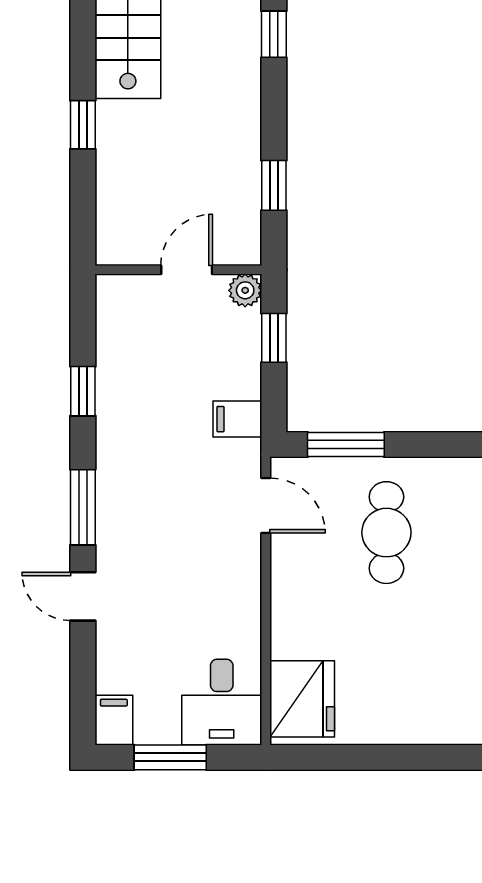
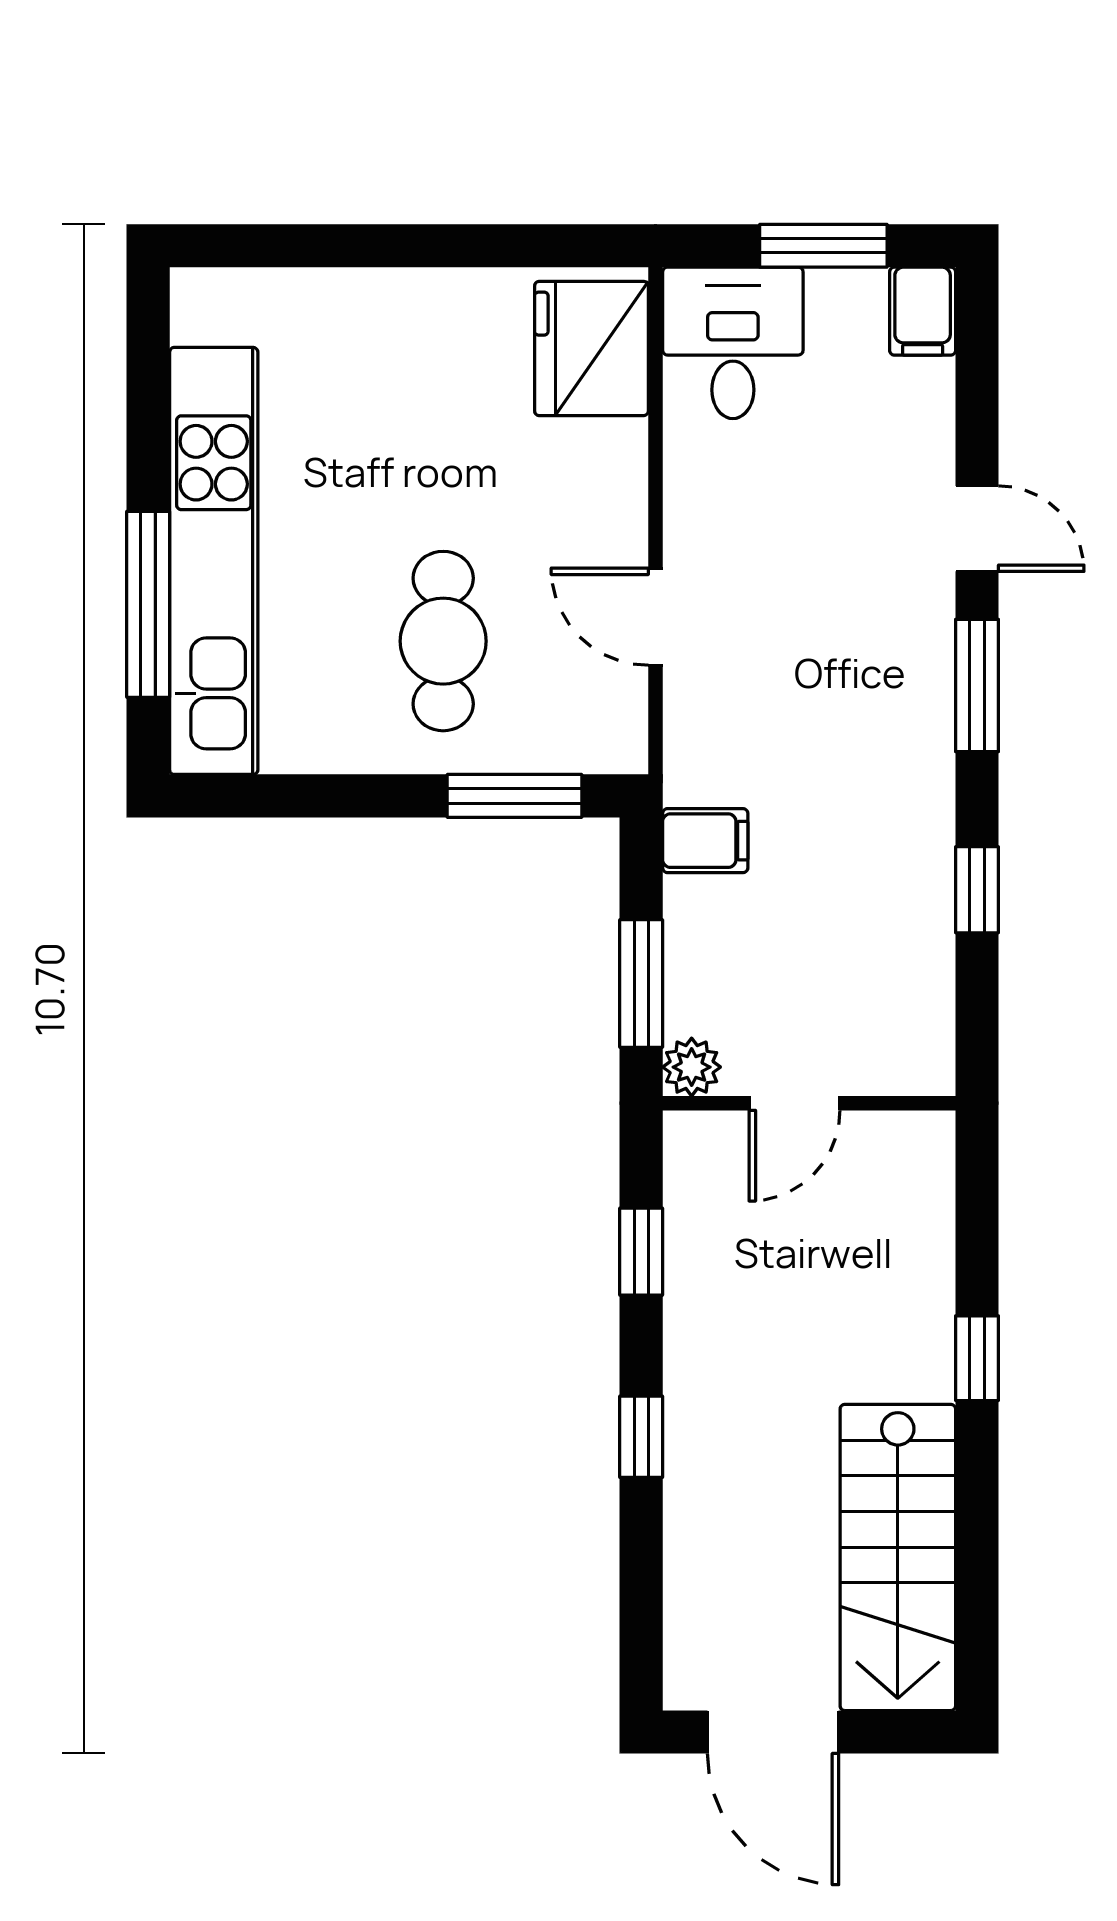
window: (274, 34) -> (641, 1437), moved
window: (274, 338) -> (641, 984), width x1.50
door: (266, 505) -> (655, 617), moved

